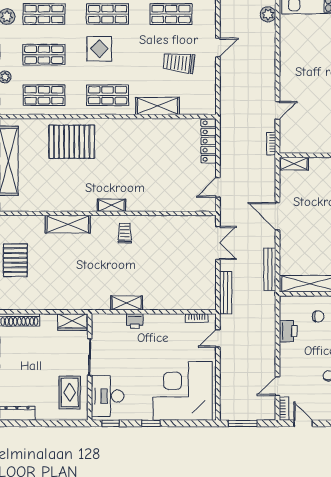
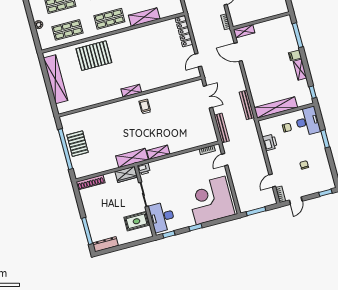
door: (278, 216) -> (238, 52), moved
shelving: (68, 224) -> (132, 158), moved
printer: (135, 321) -> (144, 169), moved
rug: (70, 393) -> (137, 221), turned 90
door: (303, 423) -> (296, 201), swing flipped

